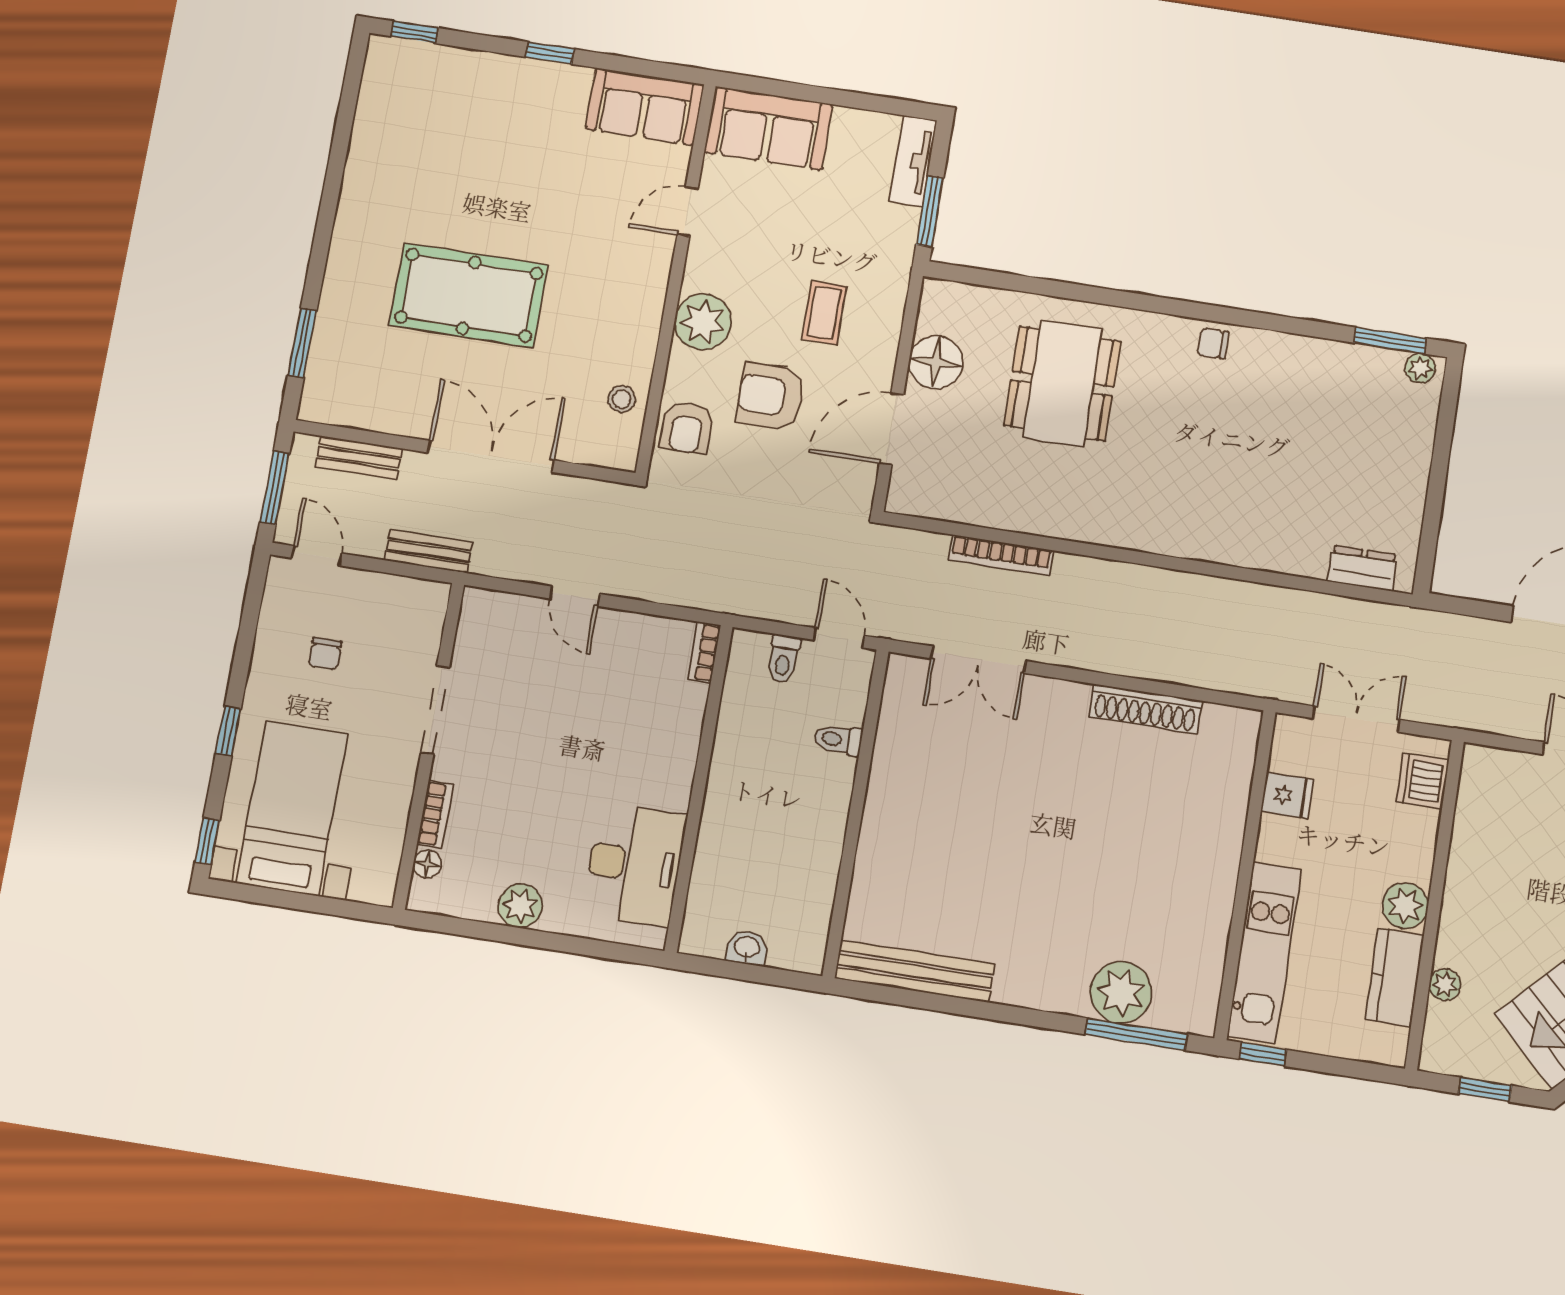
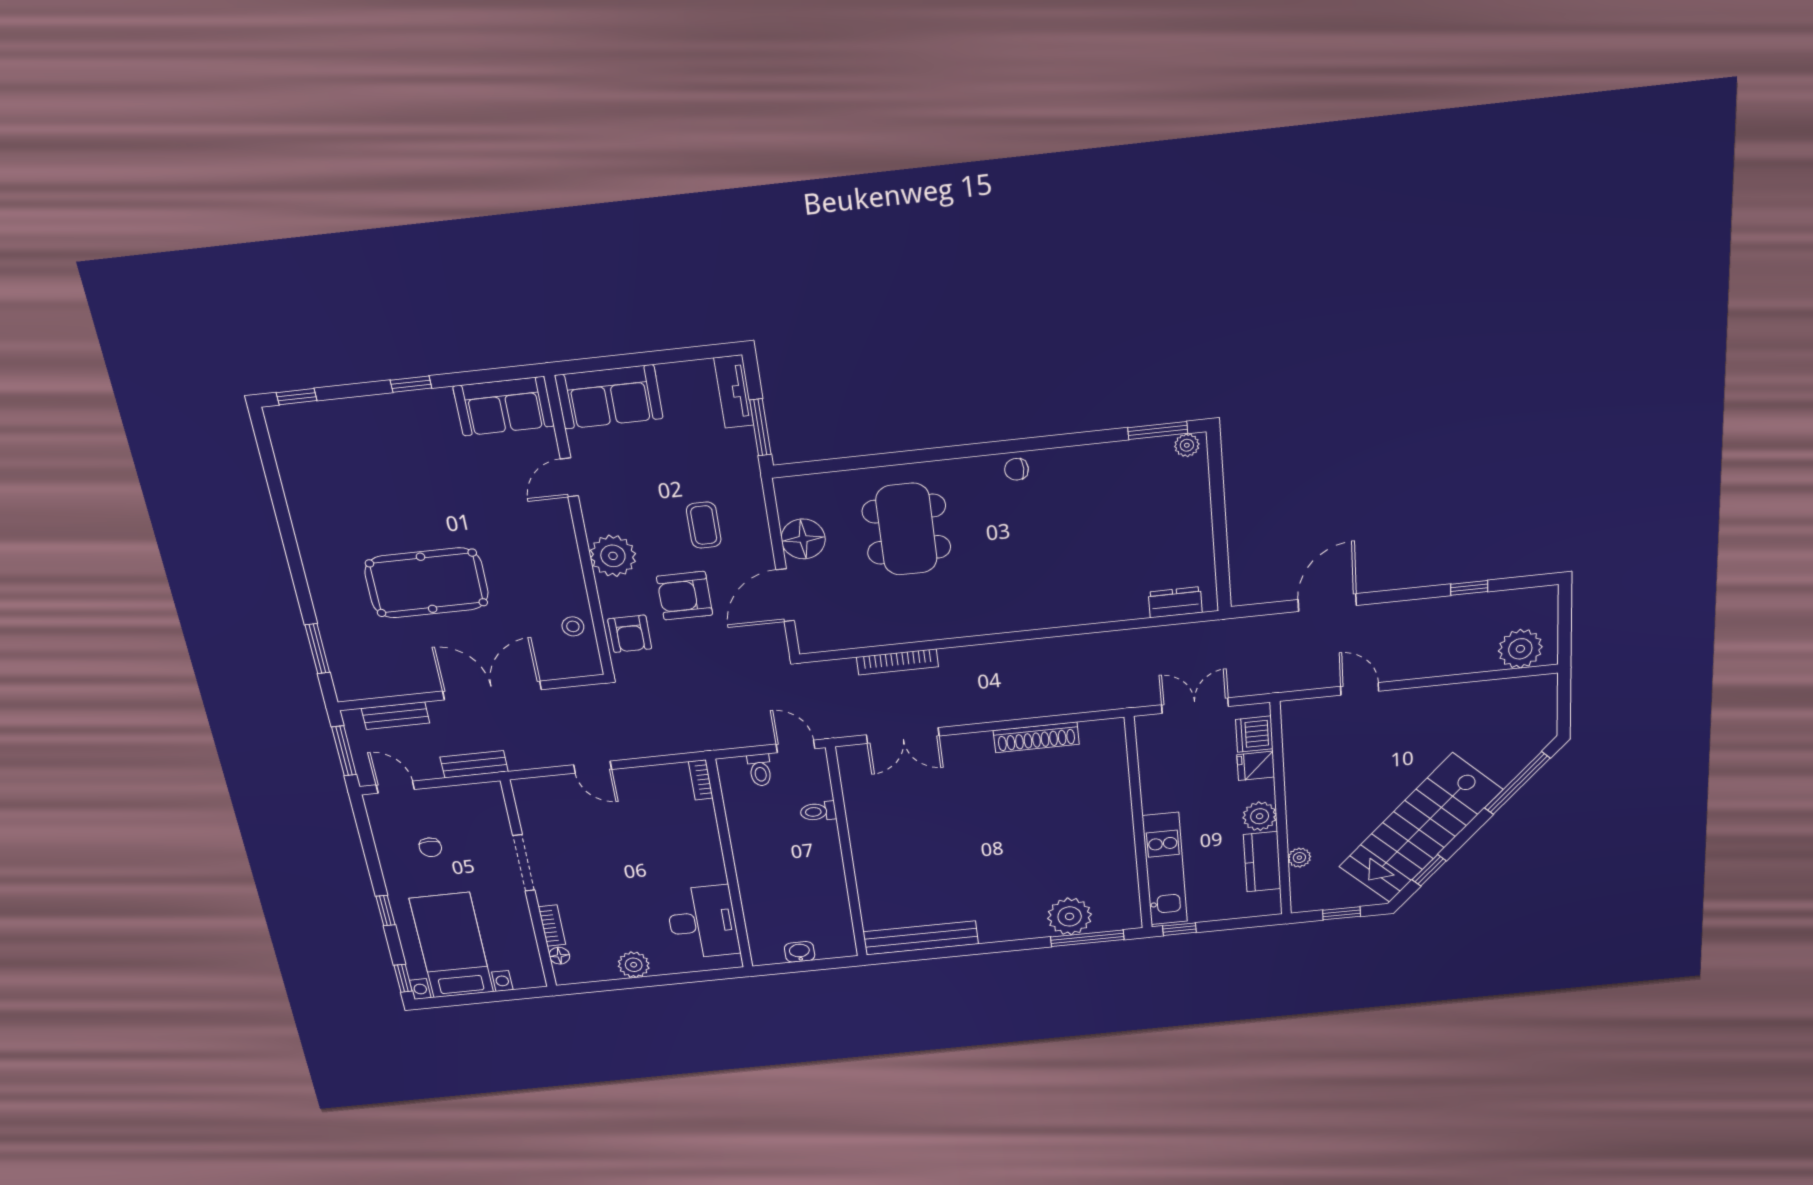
fridge: (1287, 795) -> (1256, 766), moved, turned 180

